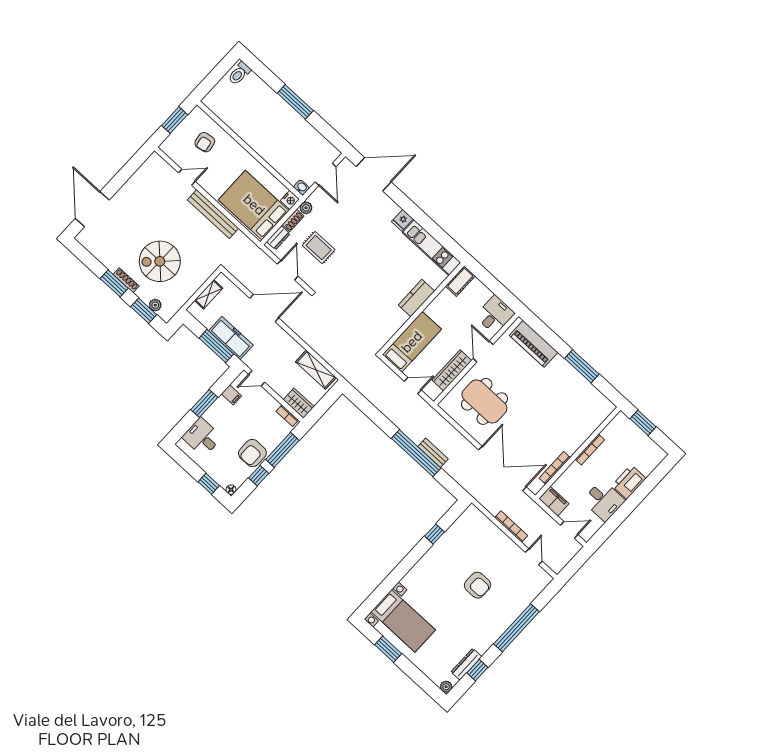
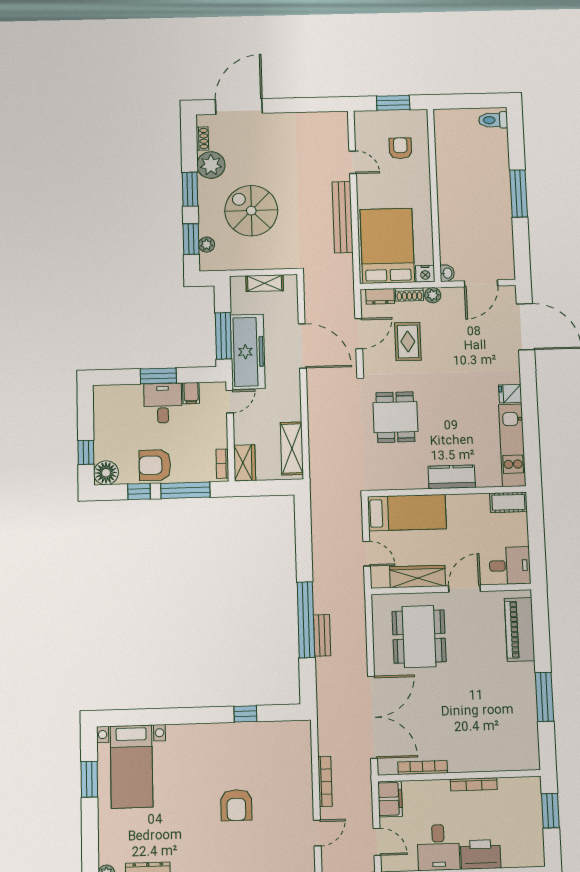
armchair: (205, 142) -> (400, 148), turned 100
plant: (111, 258) -> (211, 165), added
shoe rack: (126, 280) -> (202, 139), moved, width x0.70
dining table: (354, 296) -> (395, 417), added
freezer: (231, 338) -> (248, 352), width x1.36, depth x1.26
door: (257, 378) -> (230, 402), swing flipped
desk: (202, 437) -> (163, 403), moved
floor lamp: (231, 490) -> (106, 473), width x1.89, depth x1.89

